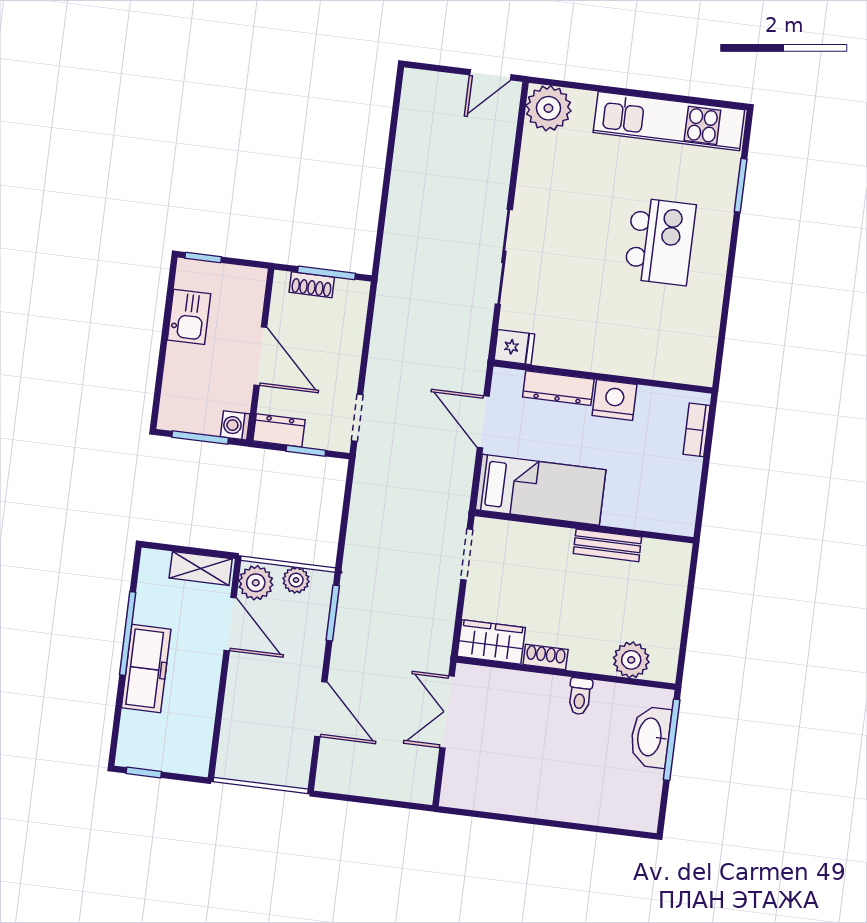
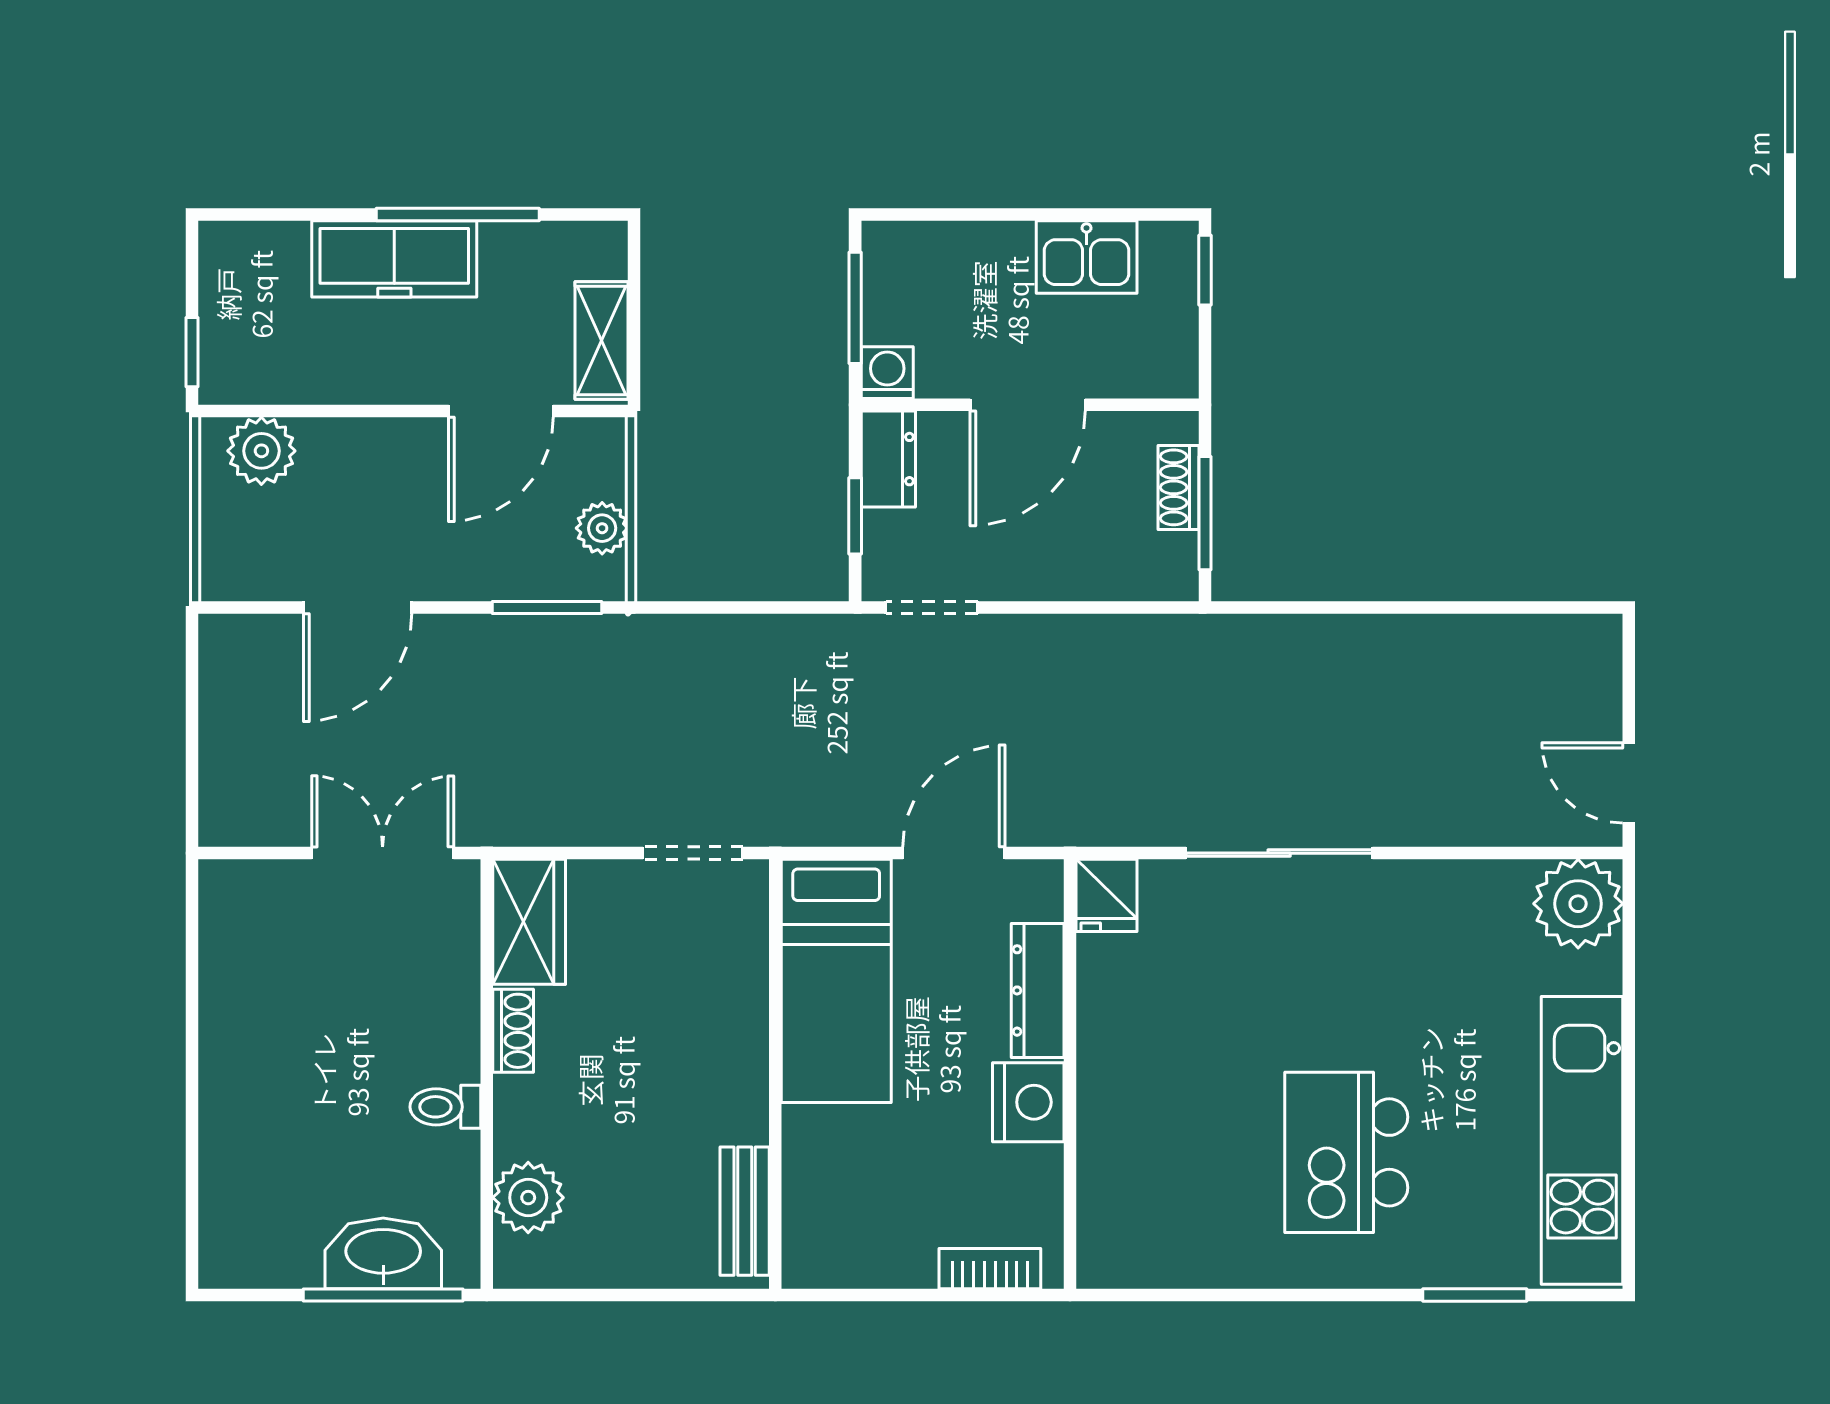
kitchen island: (660, 242) -> (1346, 1152), turned 90
bench: (607, 545) -> (745, 1211), moved
plant: (256, 583) -> (261, 451), moved
window: (144, 773) -> (192, 352), moved

